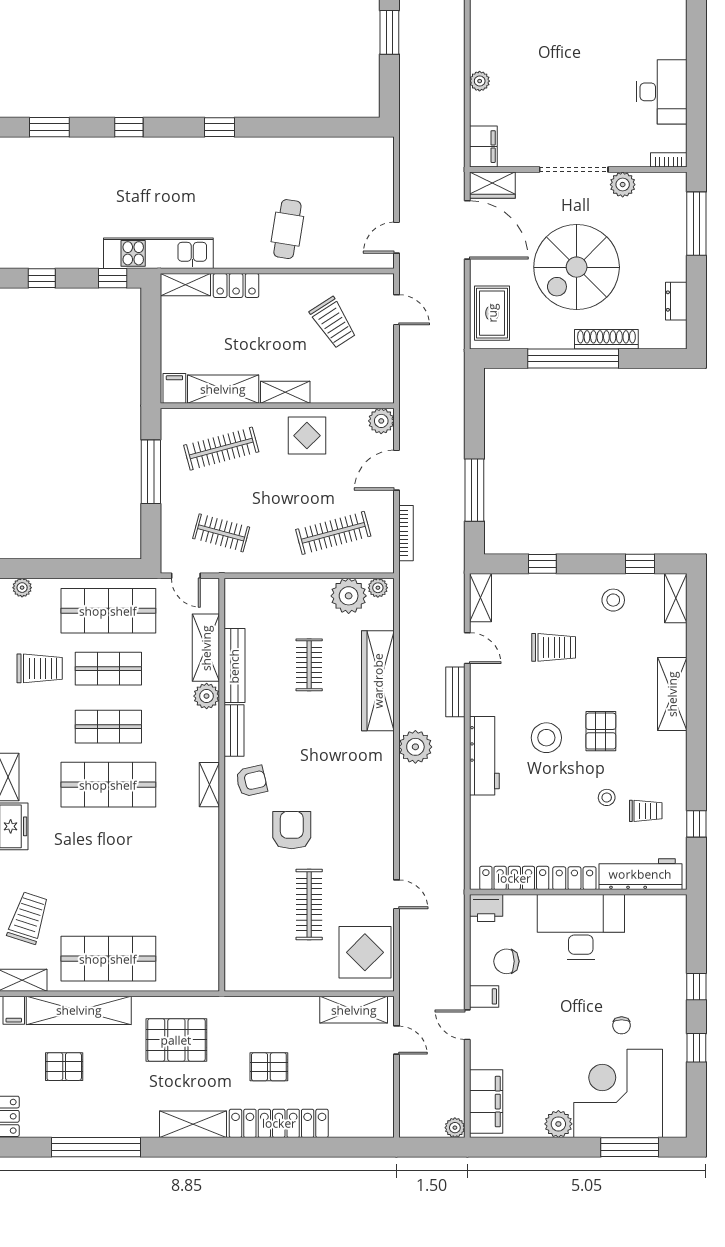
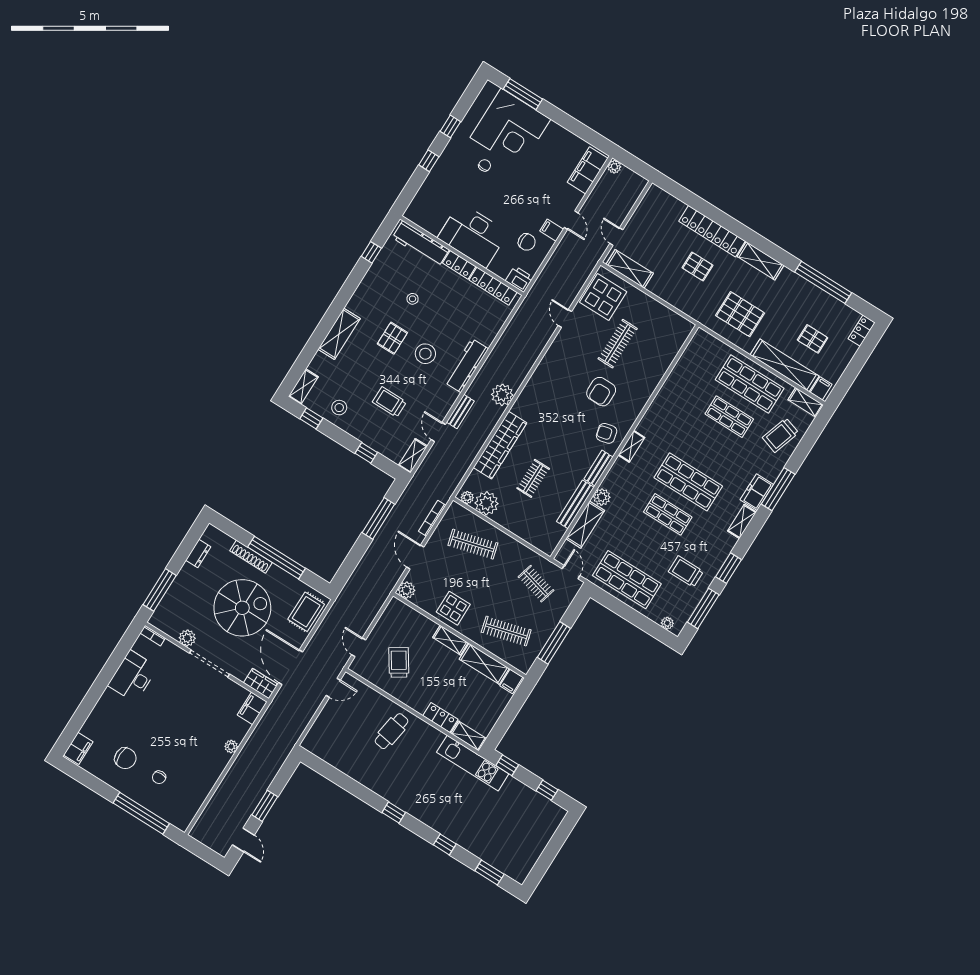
door: (396, 470) -> (415, 557), swing flipped
shop shelf: (108, 669) -> (729, 417), moved
trolley: (646, 811) -> (395, 278), removed
plant: (558, 1124) -> (555, 132), removed

